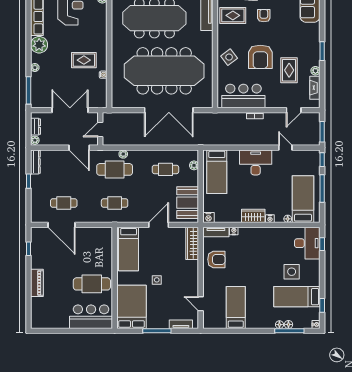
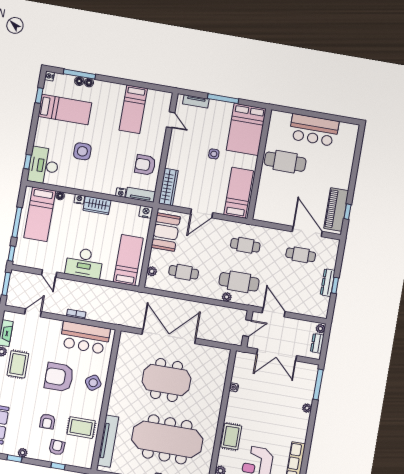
plant: (39, 45) -> (298, 432), removed
armchair: (260, 57) -> (59, 377), turned -90
rug: (84, 60) -> (231, 437), moved, turned 90
rug: (289, 70) -> (18, 364), moved
meeting table: (164, 71) -> (166, 380), width x0.54, depth x0.79
dresser: (35, 162) -> (328, 283), moved
side table: (292, 272) -> (82, 151), moved
piano: (37, 283) -> (336, 209), moved, width x1.37, depth x1.33
bar counter: (91, 317) -> (314, 130), moved

